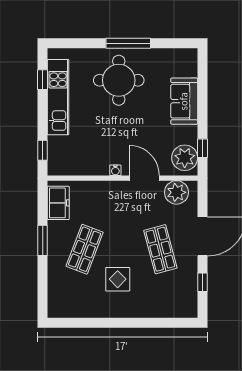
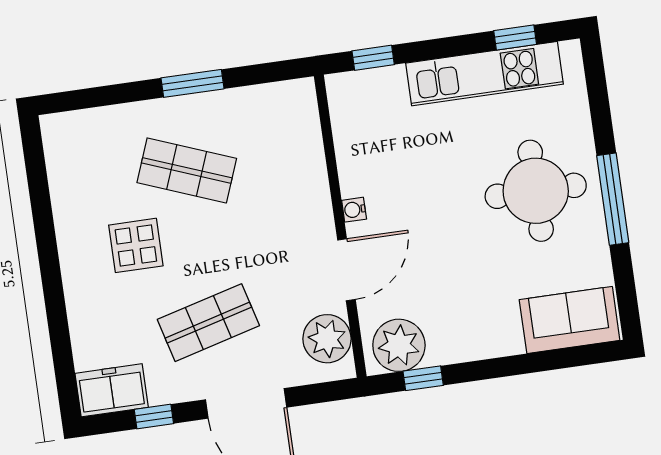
sofa: (184, 101) -> (570, 320), moved
freezer: (58, 203) -> (112, 390), moved, turned 180

